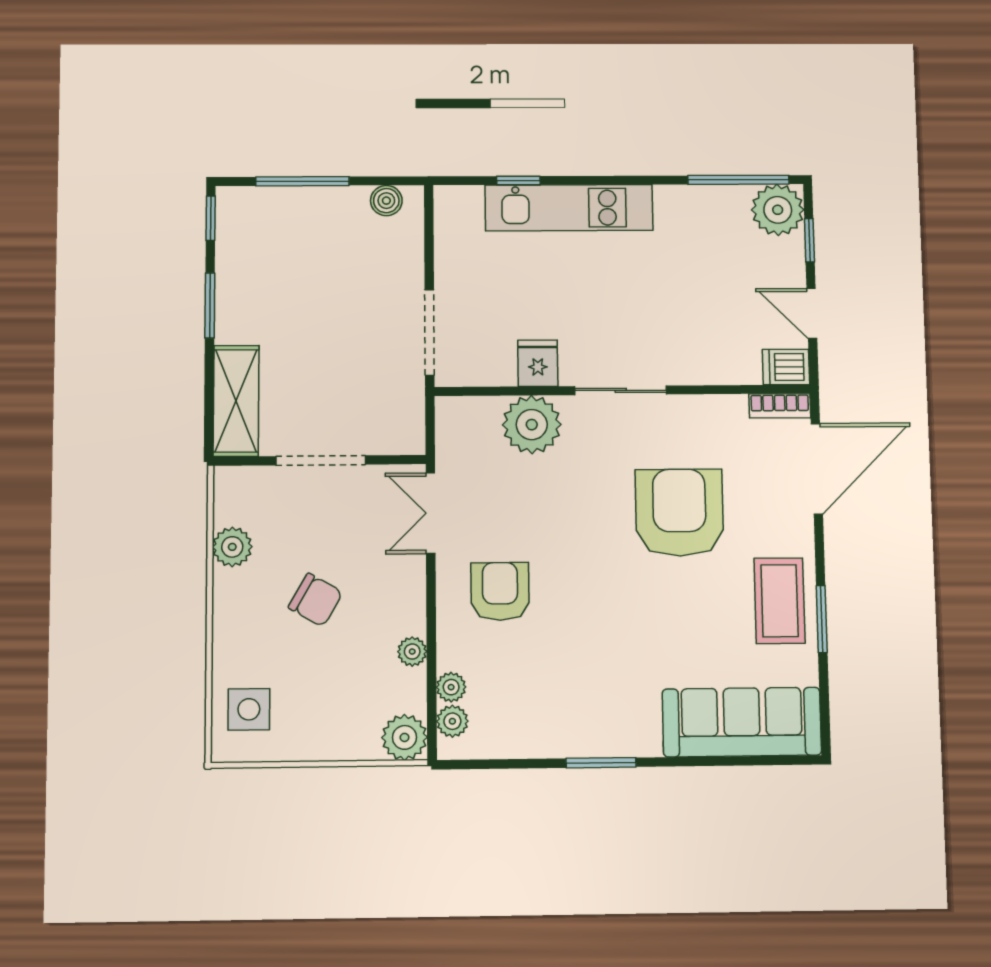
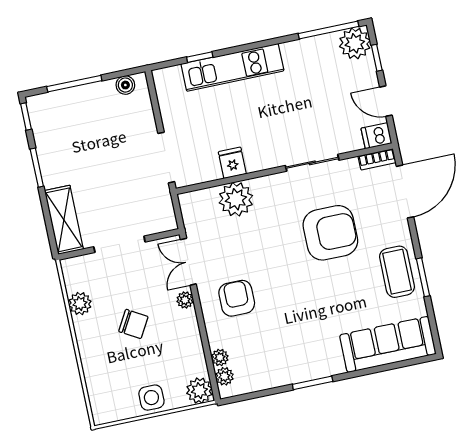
sliding door: (621, 390) -> (312, 163), moved
armchair: (679, 513) -> (330, 233), turned 90
plant: (412, 652) -> (185, 300), moved
side table: (249, 709) -> (151, 398), moved

